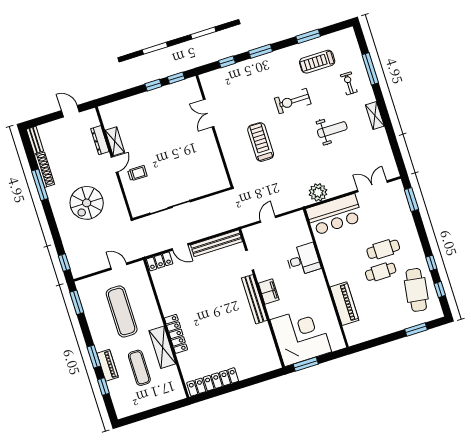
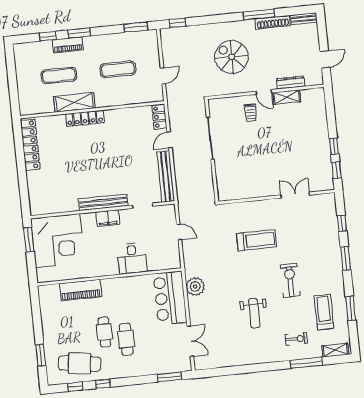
shelving: (375, 116) -> (335, 350), moved
exercise mat: (122, 312) -> (118, 69), width x0.73, depth x0.69

